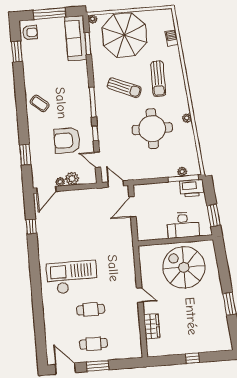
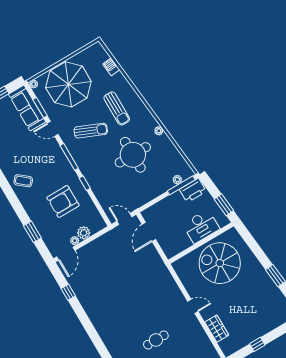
door: (97, 160) -> (53, 129), moved
checkout: (72, 277) -> (126, 320), removed
window: (192, 358) -> (257, 344), moved

